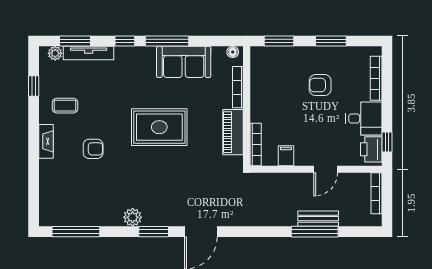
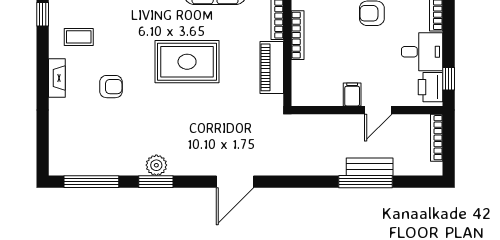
bookcase: (256, 144) -> (298, 35), moved
filing cabinet: (286, 156) -> (352, 94), moved
window: (154, 232) -> (156, 182), moved

